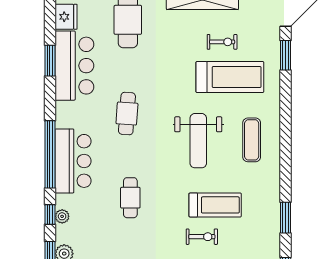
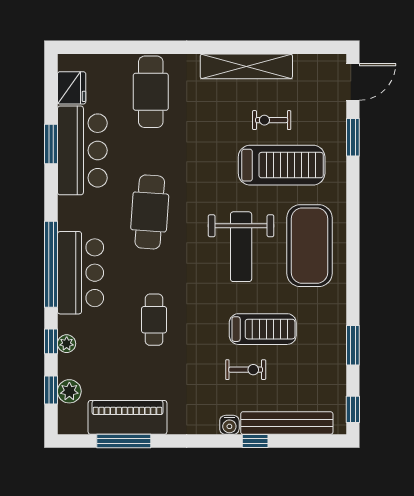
exercise bike: (222, 42) -> (272, 120), turned 180
cafe table: (127, 114) -> (150, 212), width x1.37, depth x1.35
exercise mat: (252, 140) -> (309, 246), width x2.00, depth x1.45

